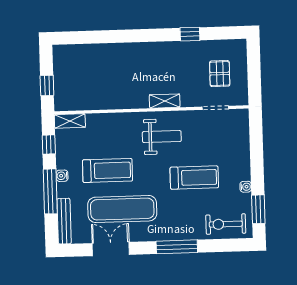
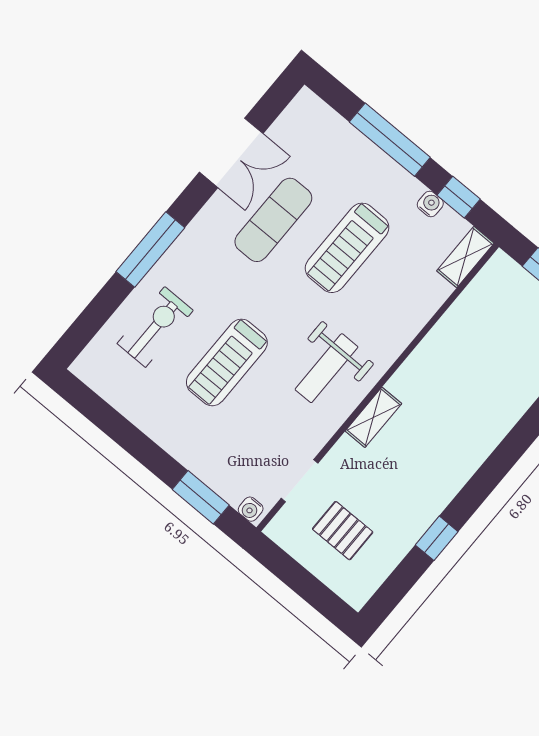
water cooler: (62, 176) -> (430, 204), moved
water cooler: (246, 187) -> (251, 509), moved
exercise mat: (122, 209) -> (273, 220), width x0.73, depth x0.69
window: (258, 209) -> (201, 497), moved
bench: (64, 221) -> (330, 122), removed
exercise bike: (226, 224) -> (155, 327), moved

